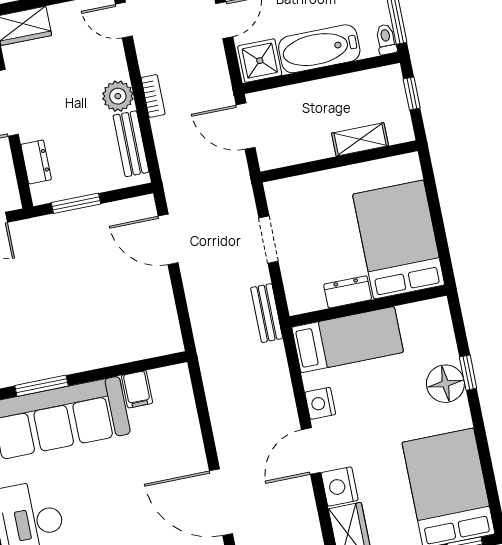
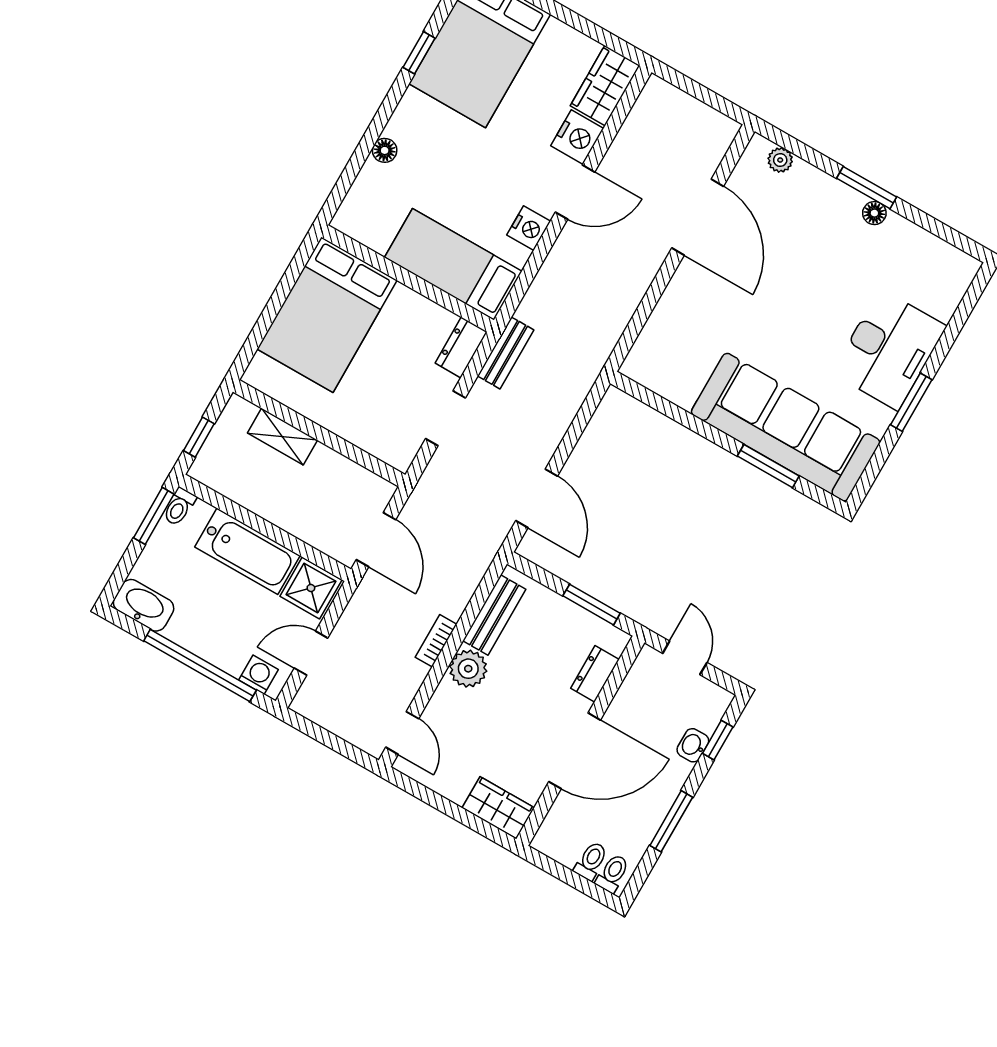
dresser: (348, 292) -> (461, 347), moved, turned 90
window: (468, 373) -> (419, 53), moved
floor lamp: (445, 384) -> (385, 150), width x0.53, depth x0.53
filing cabinet: (137, 389) -> (684, 387), removed

